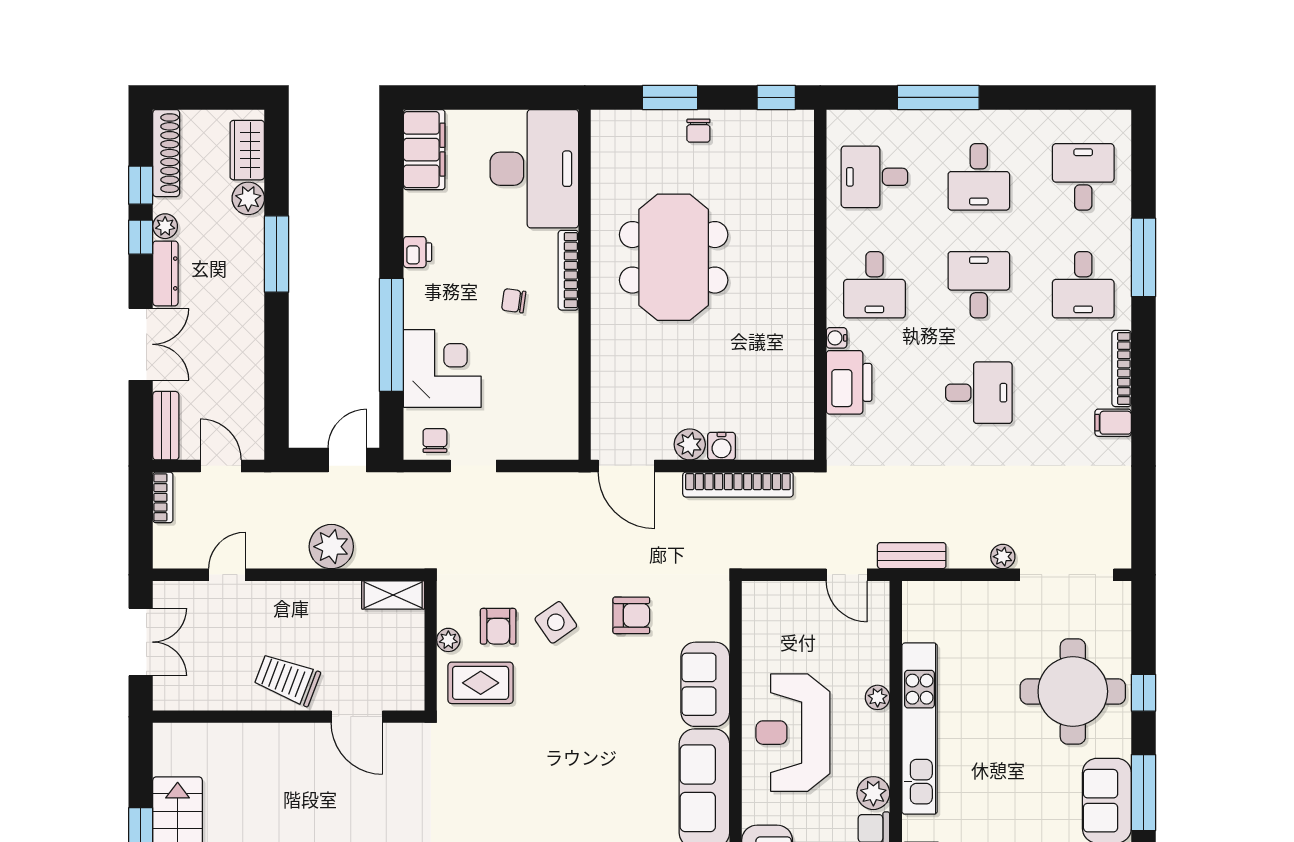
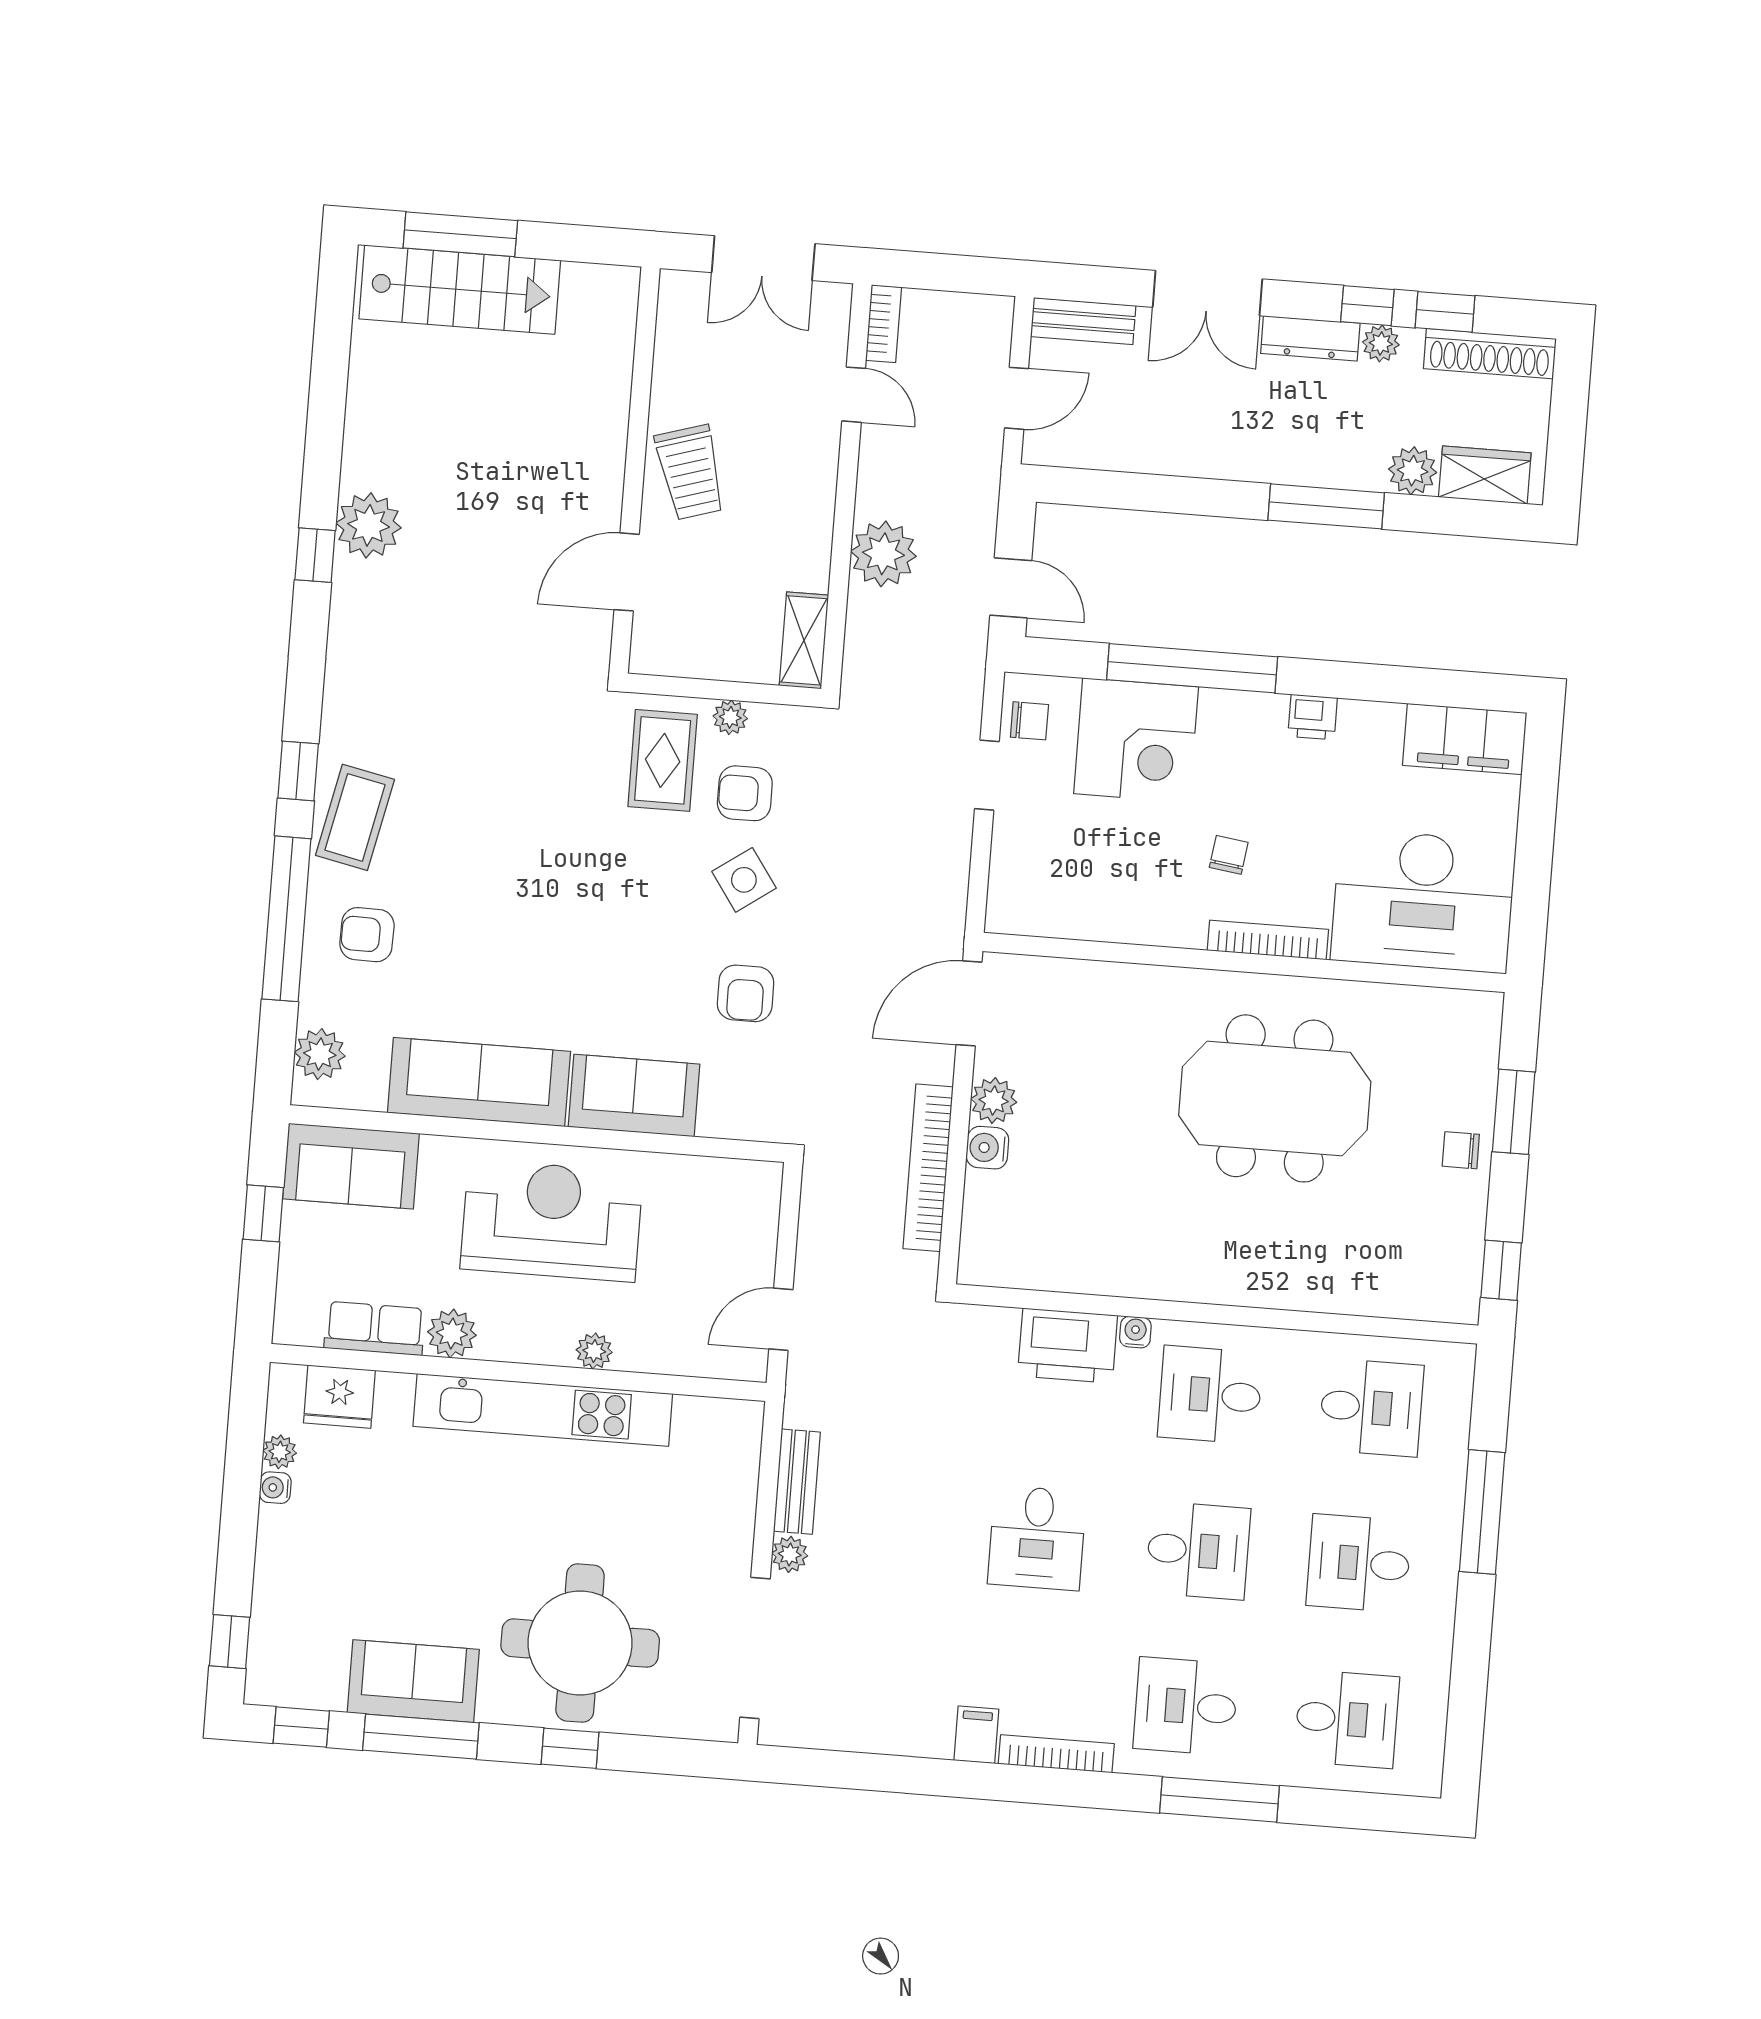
desk: (874, 177) -> (1371, 1408), turned 90
bookcase: (163, 497) -> (883, 324), moved, turned -90
bench: (912, 556) -> (797, 1482), moved
trolley: (287, 679) -> (690, 472), turned 142

